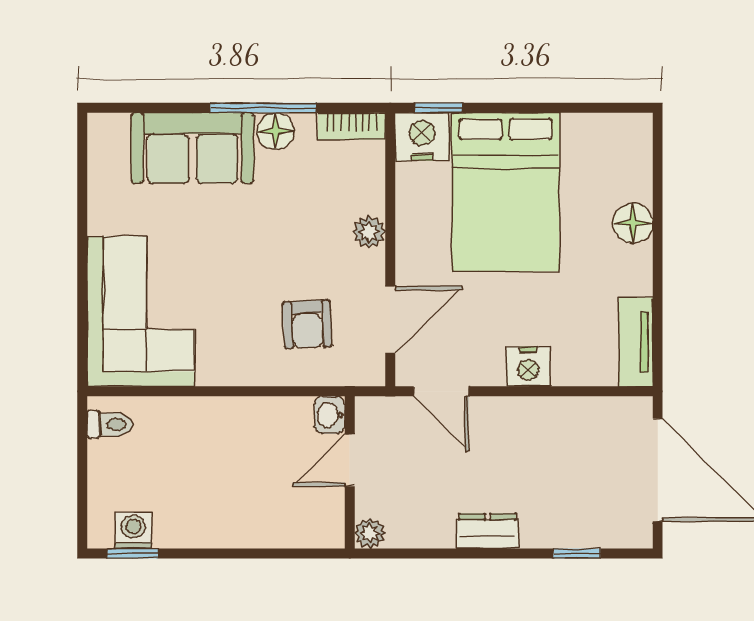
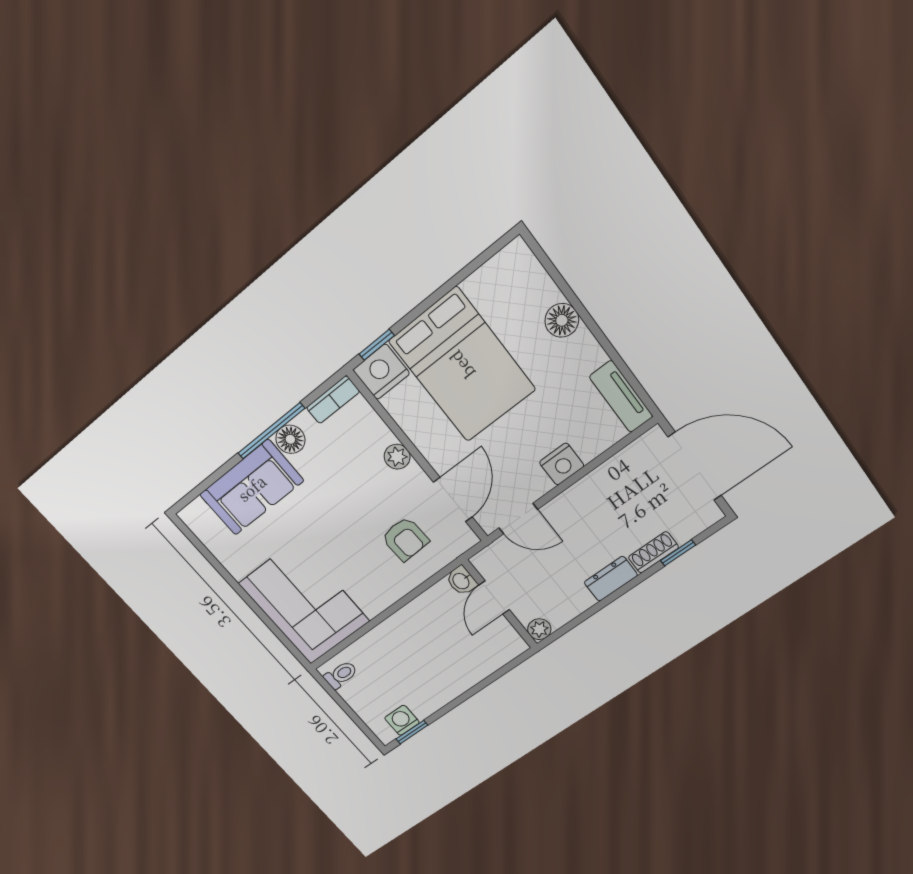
shoe rack: (552, 534) -> (653, 552), added

